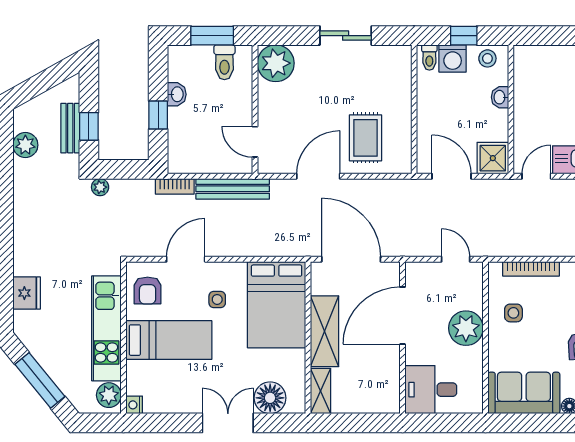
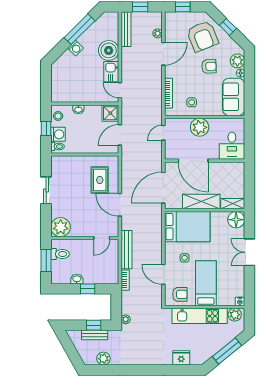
rug: (366, 138) -> (100, 180), turned 90
floor lamp: (270, 398) -> (236, 220), moved

